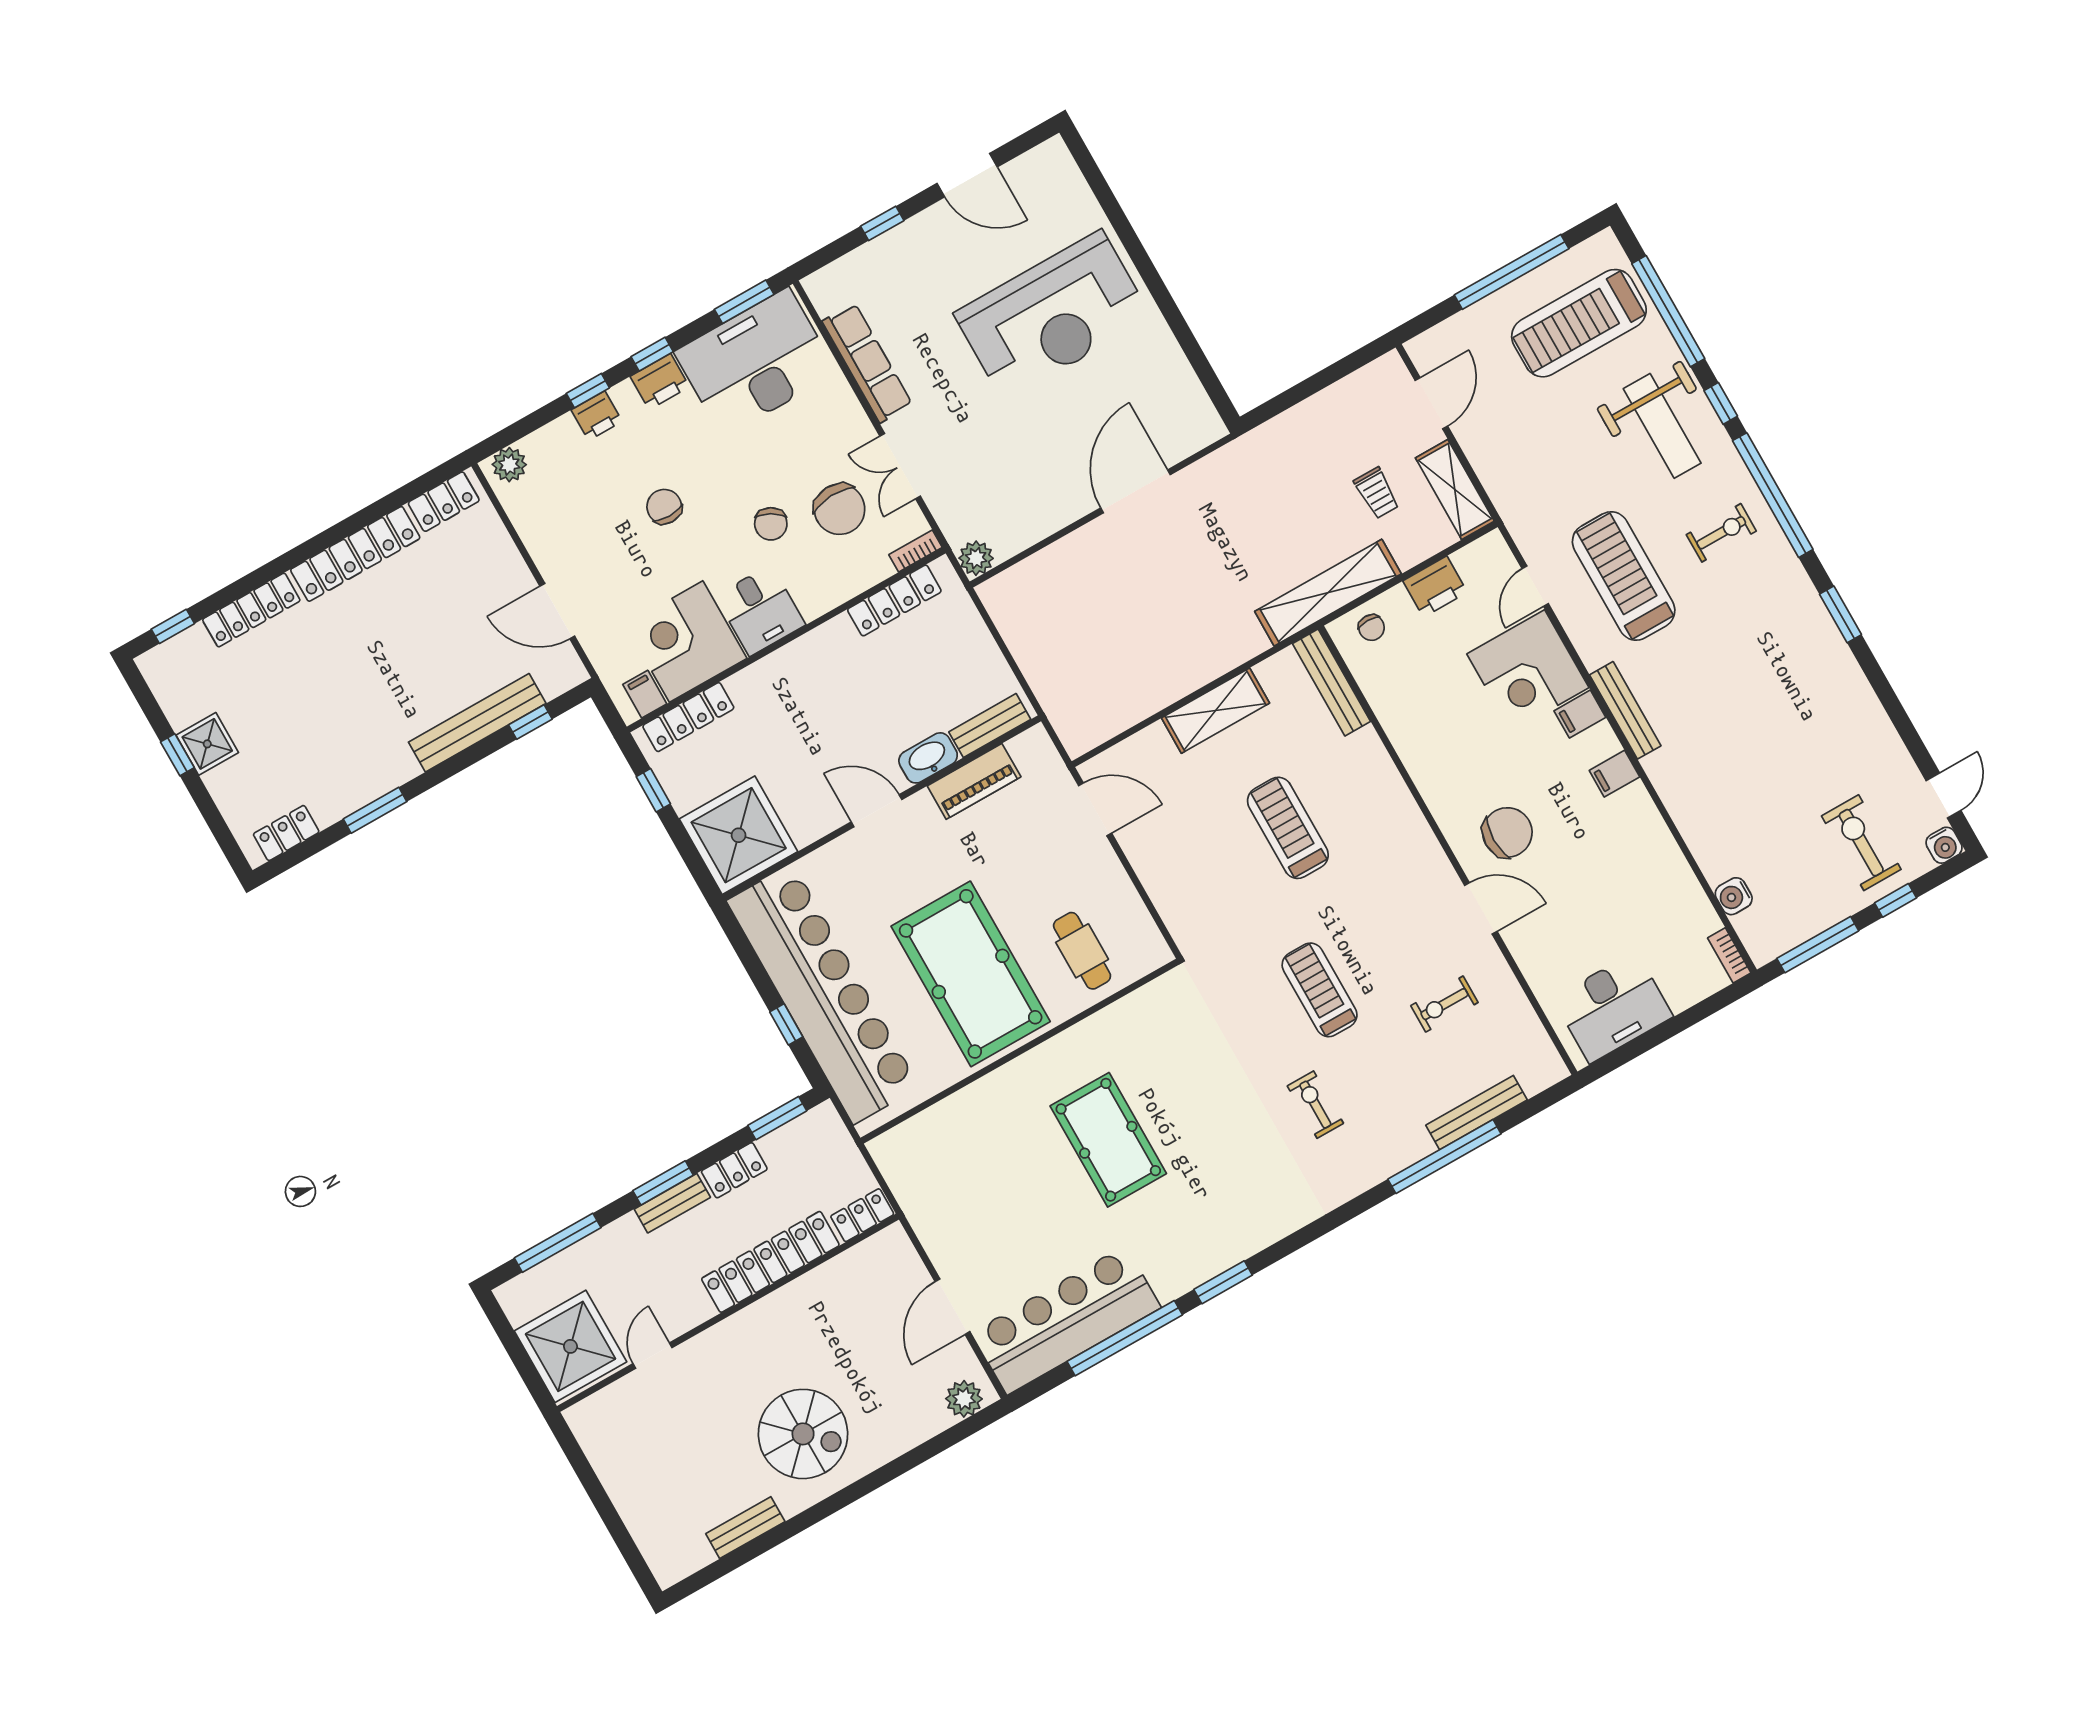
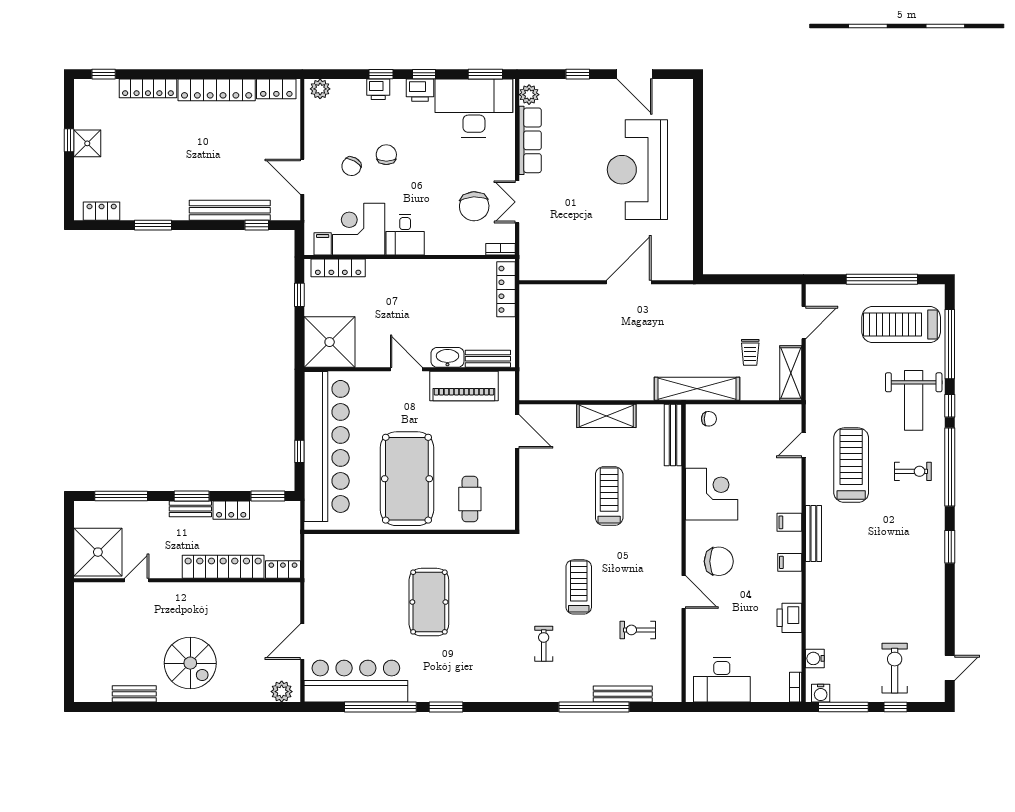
reception desk: (1053, 316) -> (637, 170), turned 90
chair: (771, 524) -> (351, 166), moved
plant: (976, 558) -> (529, 95), moved
printer: (1435, 587) -> (789, 618), moved, turned 90
locker: (894, 600) -> (506, 289), moved, turned 90
chair: (1371, 628) -> (709, 419), turned -89
corner desk: (1528, 671) -> (712, 494), moved, turned 180
piano: (974, 781) -> (464, 386), width x1.37, depth x1.33
water cooler: (1944, 845) -> (821, 693), moved

